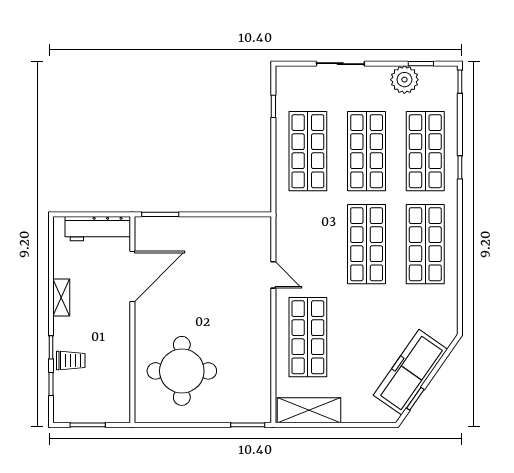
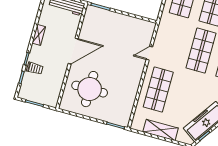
door: (273, 275) -> (149, 53), swing flipped
door: (132, 276) -> (73, 51), moved
shelving: (309, 410) -> (161, 130), moved

